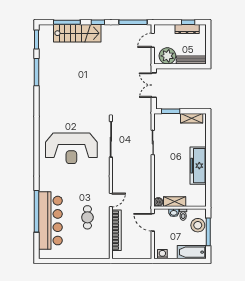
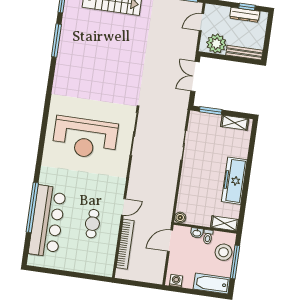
shelving: (175, 202) -> (225, 223), moved
door: (153, 222) -> (170, 241), hinge flipped

